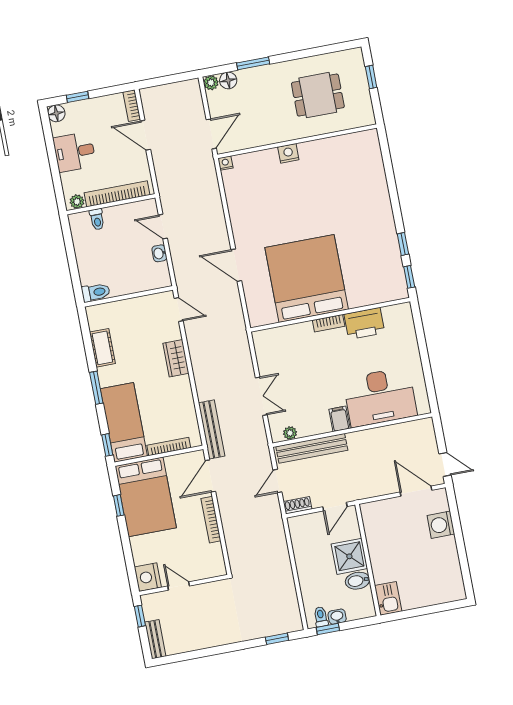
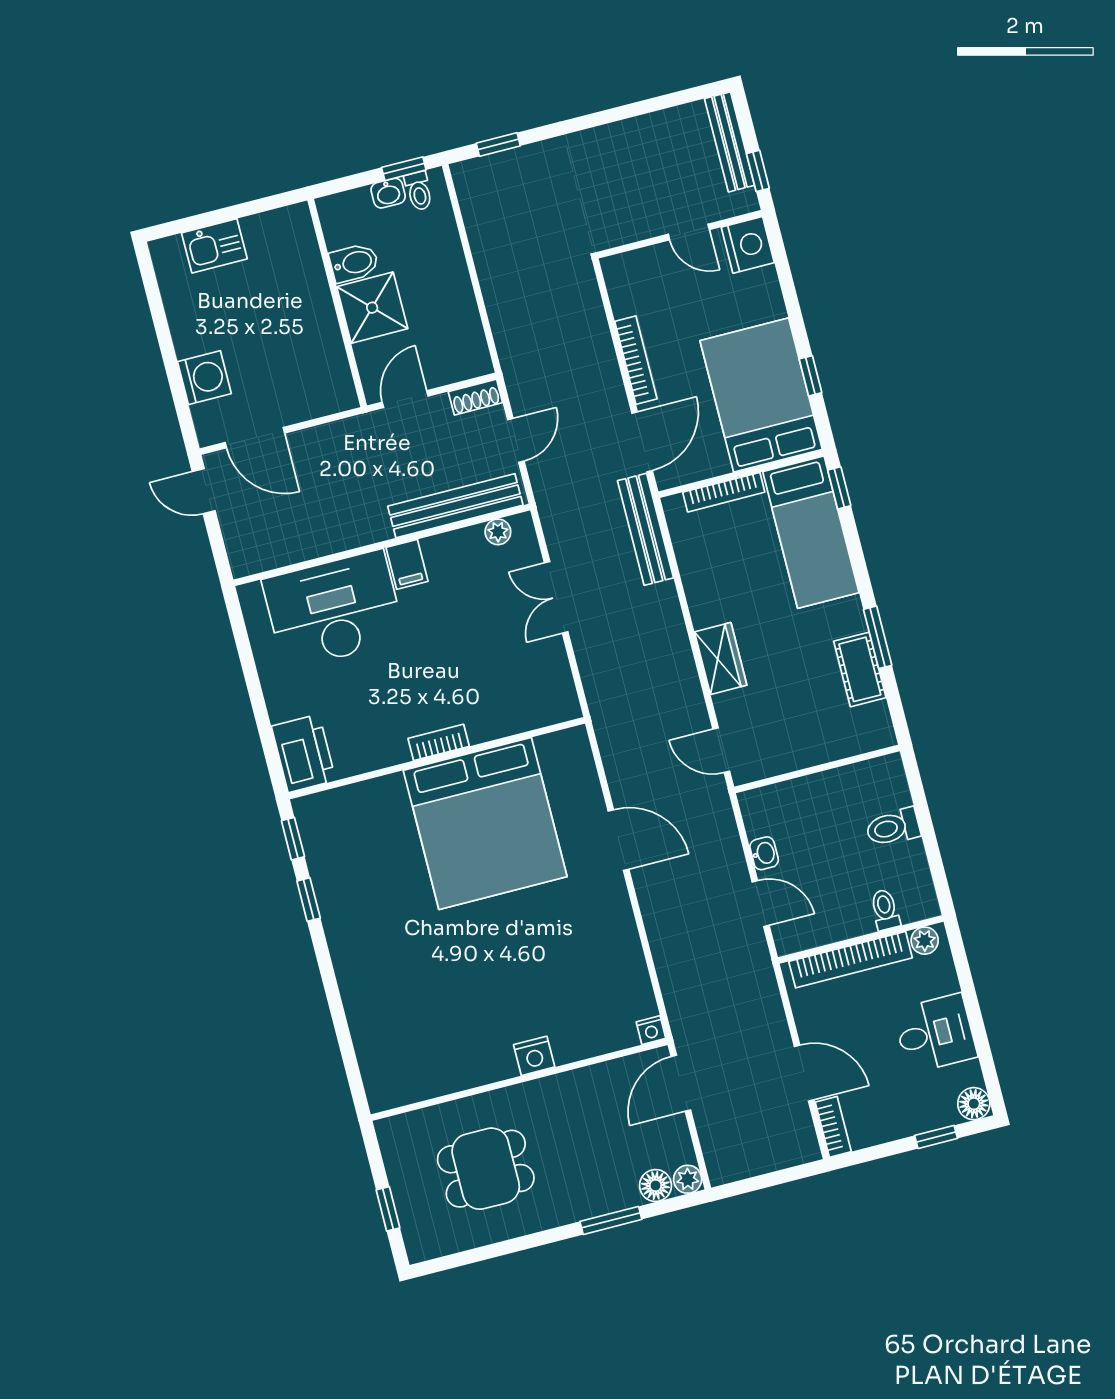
toilet: (96, 292) -> (893, 827), moved
printer: (364, 324) -> (304, 753), moved, turned 90
window: (96, 388) -> (878, 637), moved
kitchen sink: (388, 598) -> (214, 246), moved, turned -90
bench: (155, 639) -> (729, 142), width x1.36

